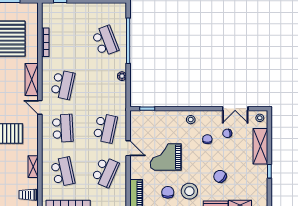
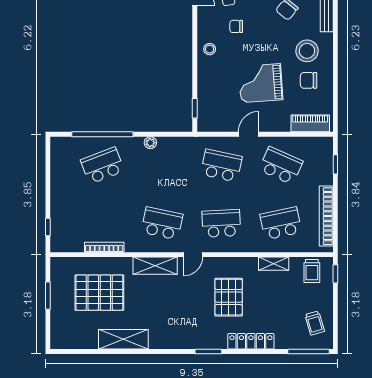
grand piano: (166, 157) -> (261, 83), turned 86

